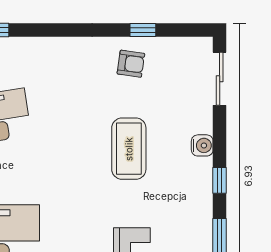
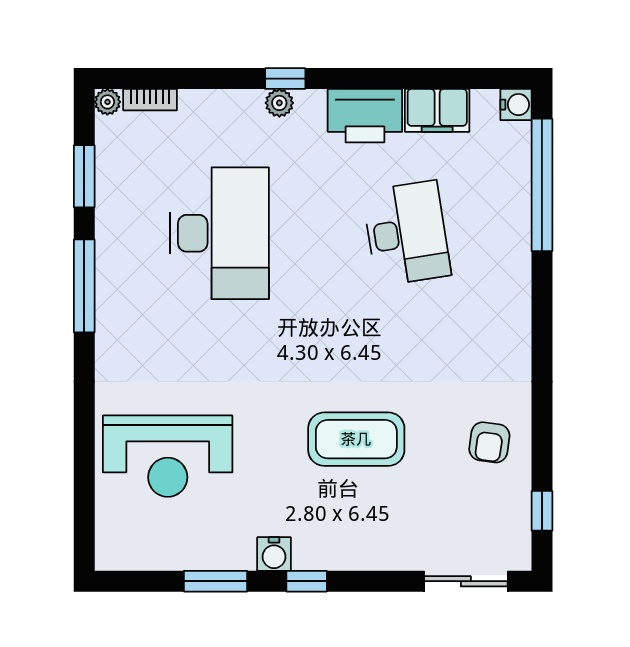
window: (143, 30) -> (542, 511), moved
water cooler: (202, 145) -> (274, 554), moved

